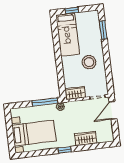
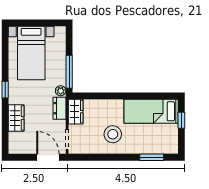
dresser: (74, 106) -> (60, 108), added

